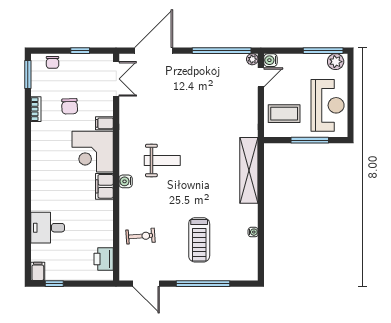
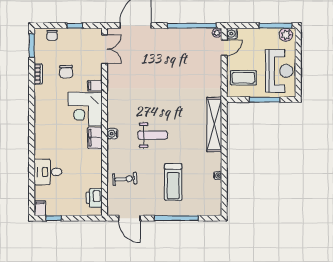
weight bench: (162, 160) -> (153, 135), moved

